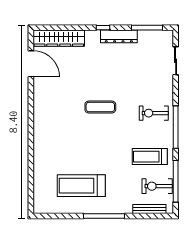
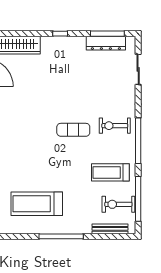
dresser: (119, 36) -> (106, 43), moved
exercise mat: (100, 107) -> (73, 130), moved

